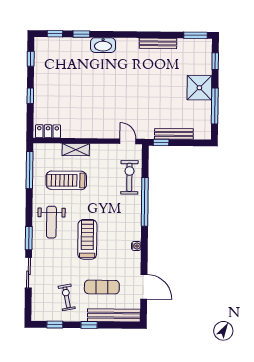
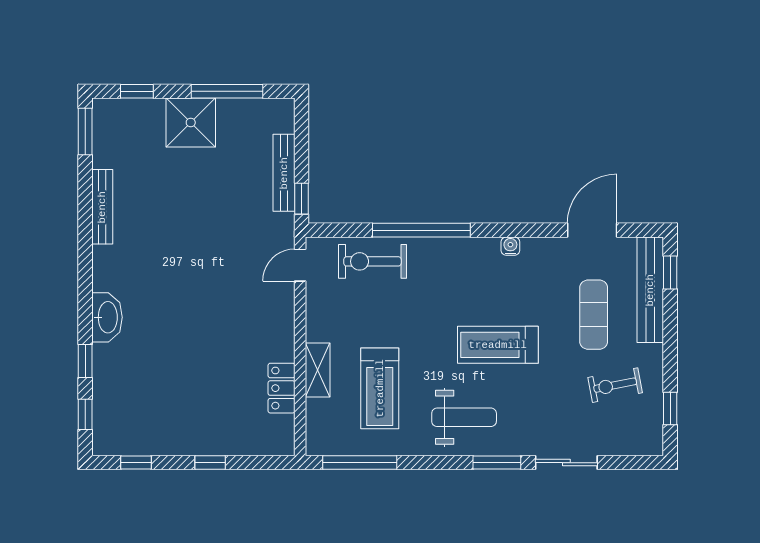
locker: (48, 131) -> (281, 388), moved
window: (89, 325) -> (670, 272), moved

